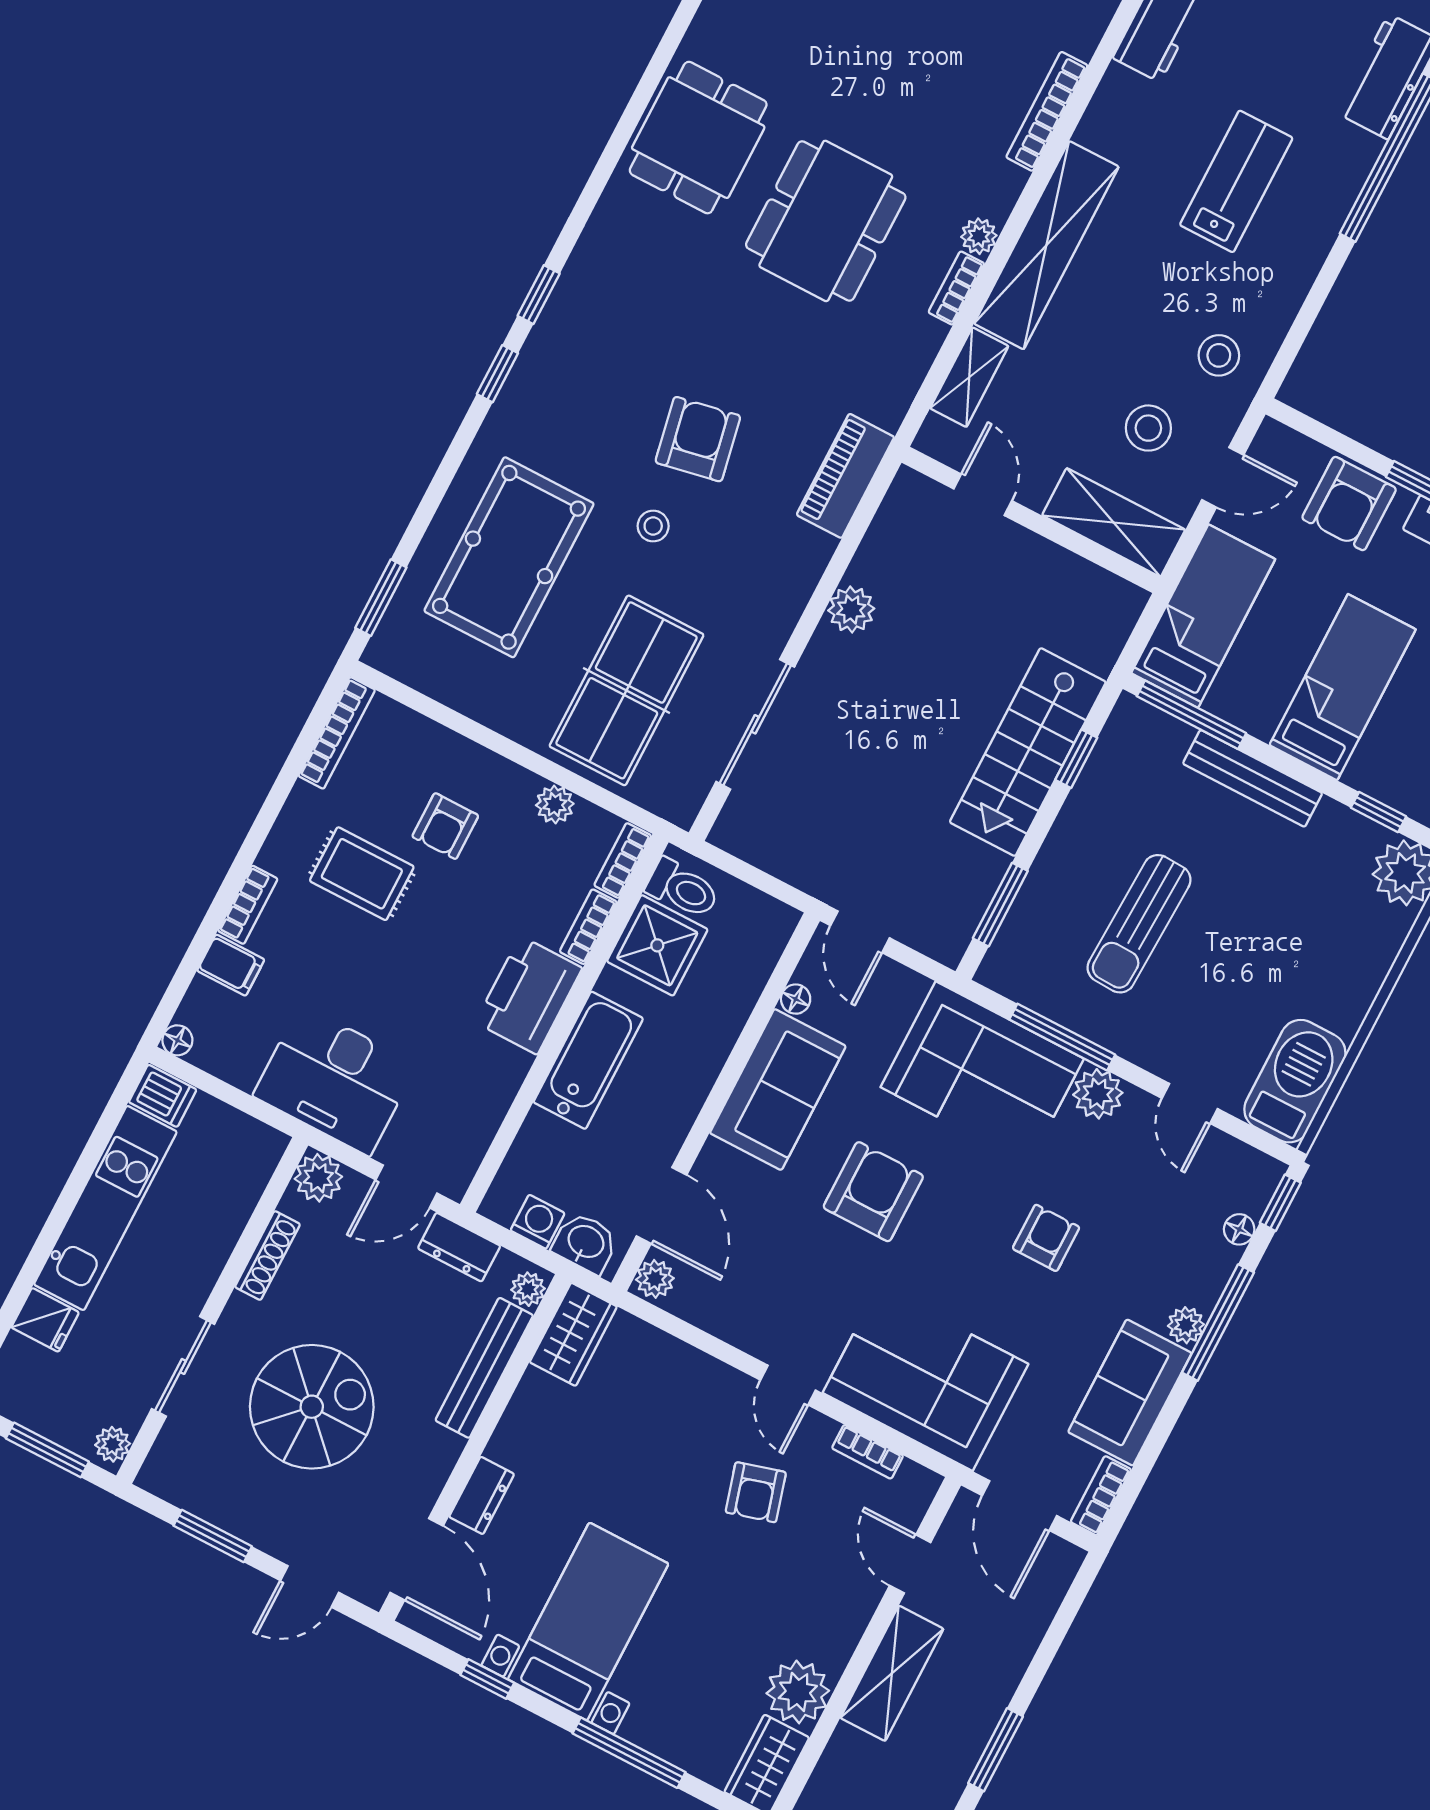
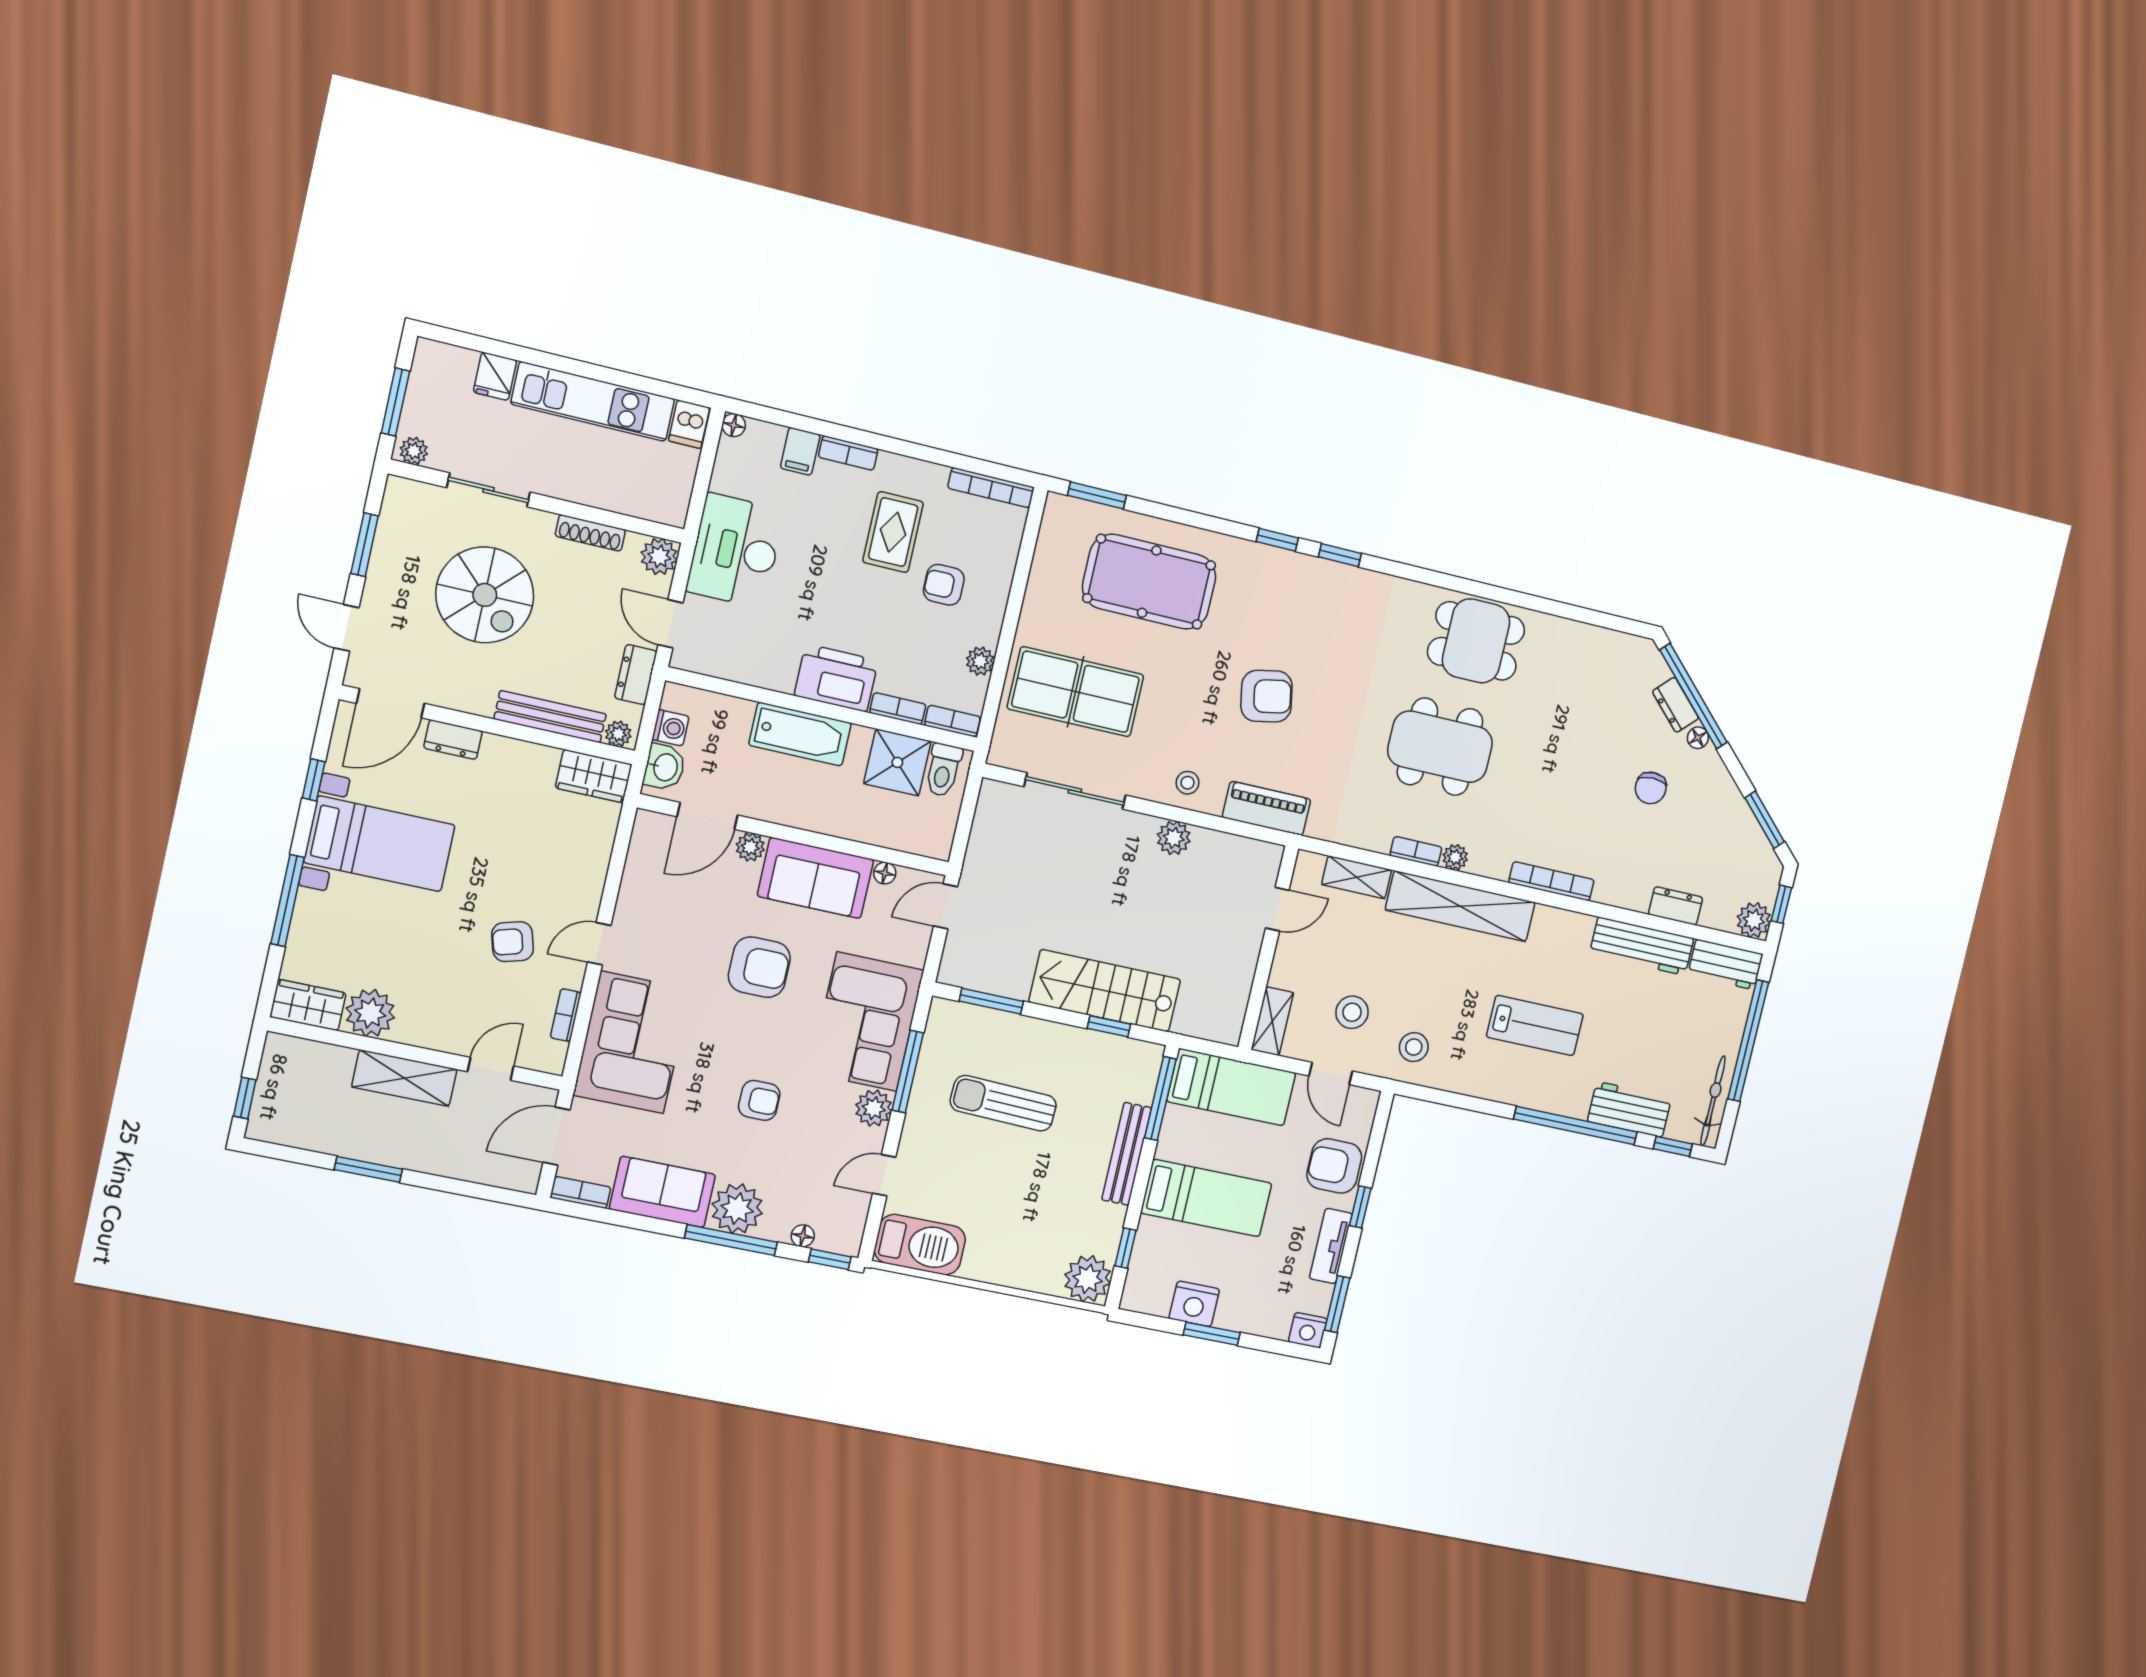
shelving: (1114, 522) -> (1272, 1021), width x0.67, depth x0.75
stool: (653, 526) -> (1188, 783), moved
plant: (655, 1279) -> (750, 847), moved
plant: (1186, 1325) -> (737, 1209), width x1.88, depth x1.88

